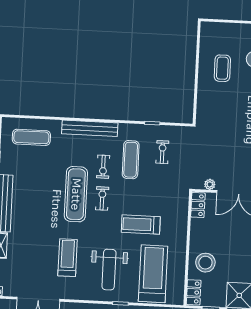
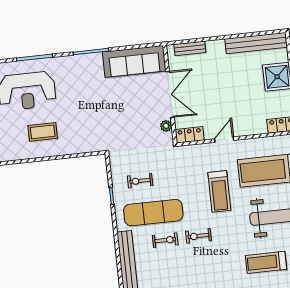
exercise mat: (131, 160) -> (153, 213), width x1.36, depth x1.45
exercise mat: (76, 194) -> (198, 264), removed
door: (188, 237) -> (224, 140), added
stool: (205, 263) -> (248, 117), removed

